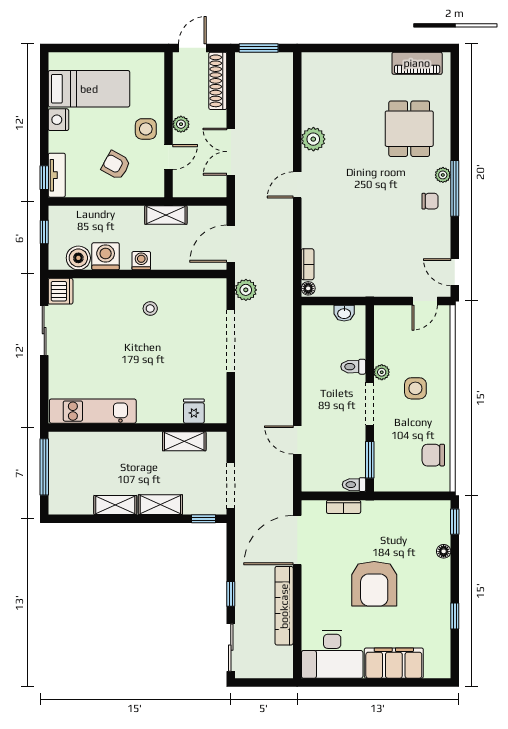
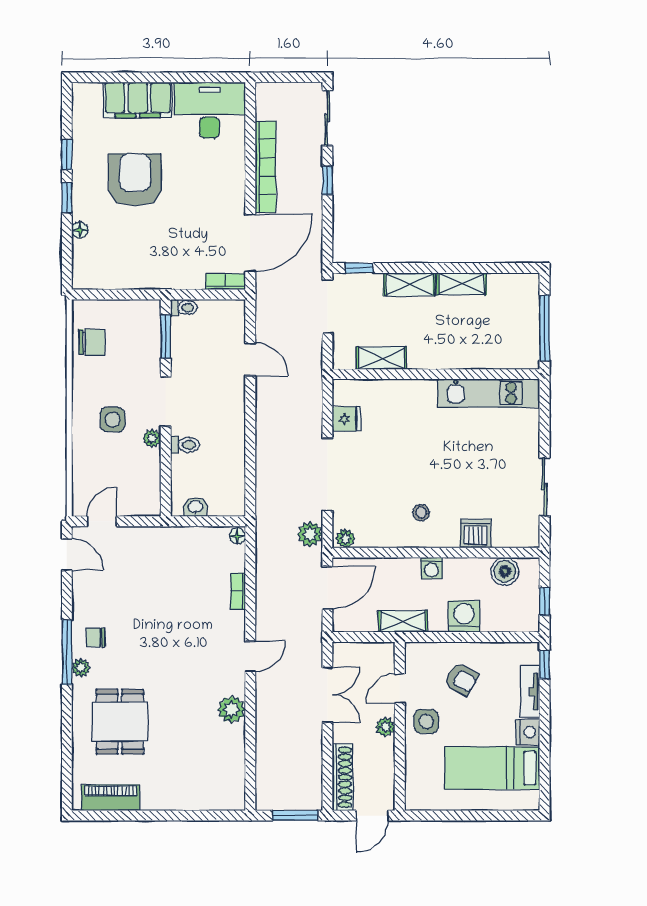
tv unit: (57, 175) -> (530, 692), moved
washing machine: (106, 256) -> (464, 616), moved, turned 180
bookcase: (308, 264) -> (238, 591), moved
plant: (215, 286) -> (345, 538), added
dishwasher: (61, 291) -> (476, 534), moved, turned 90
fridge: (194, 411) -> (346, 419), moved, turned -90
bookcase: (344, 507) -> (226, 282), moved
window: (455, 522) -> (67, 198), moved
armchair: (374, 584) -> (135, 180), moved

